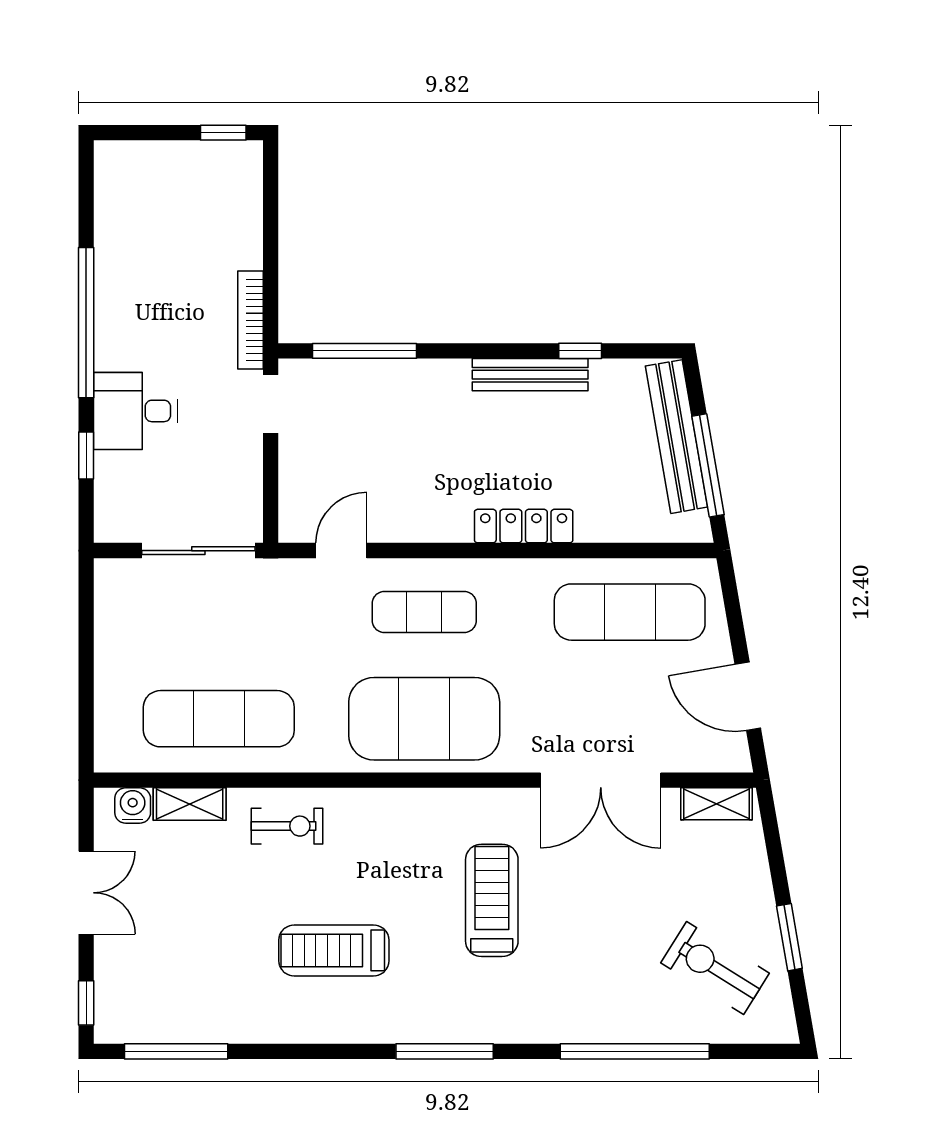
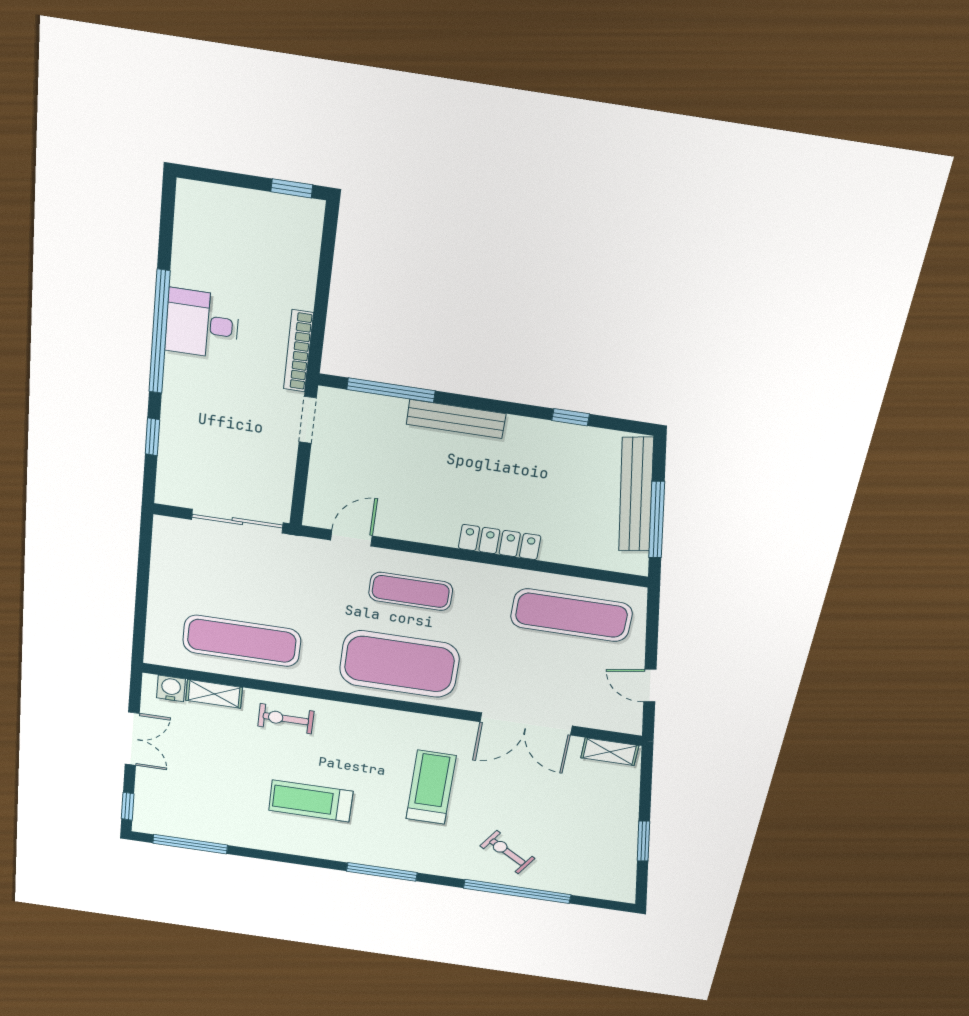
bench: (530, 375) -> (456, 419), moved
desk: (135, 411) -> (202, 324), moved
door: (748, 696) -> (650, 686), width x0.73
exercise bike: (287, 826) -> (286, 719), turned 180
exercise bike: (715, 968) -> (507, 852), moved, width x0.73, depth x0.72

